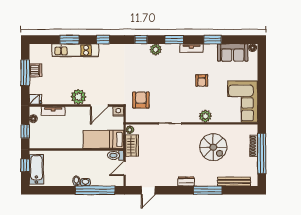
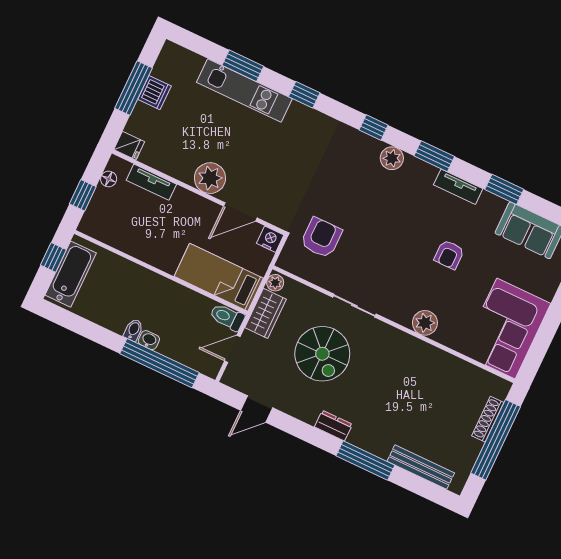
spiral stairs: (213, 147) -> (322, 354), moved

